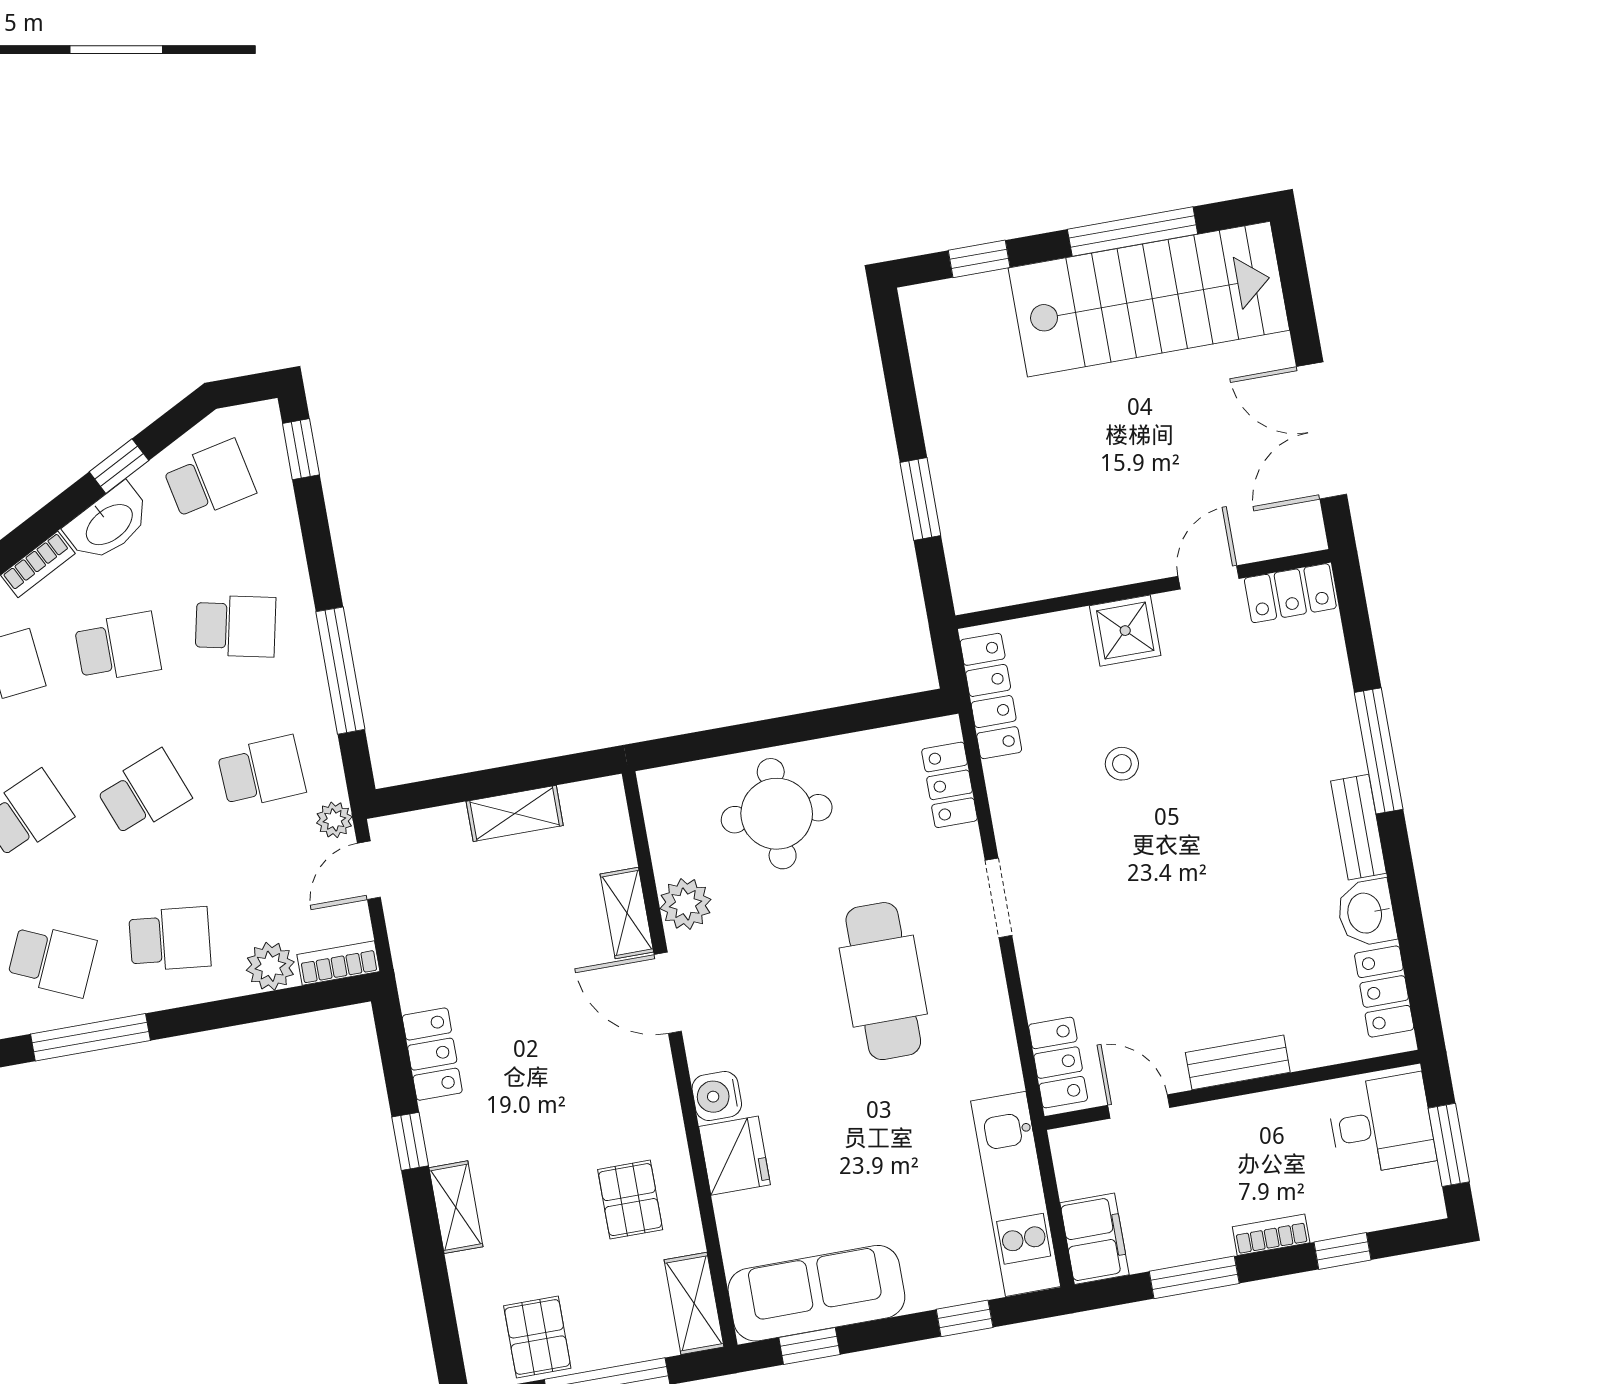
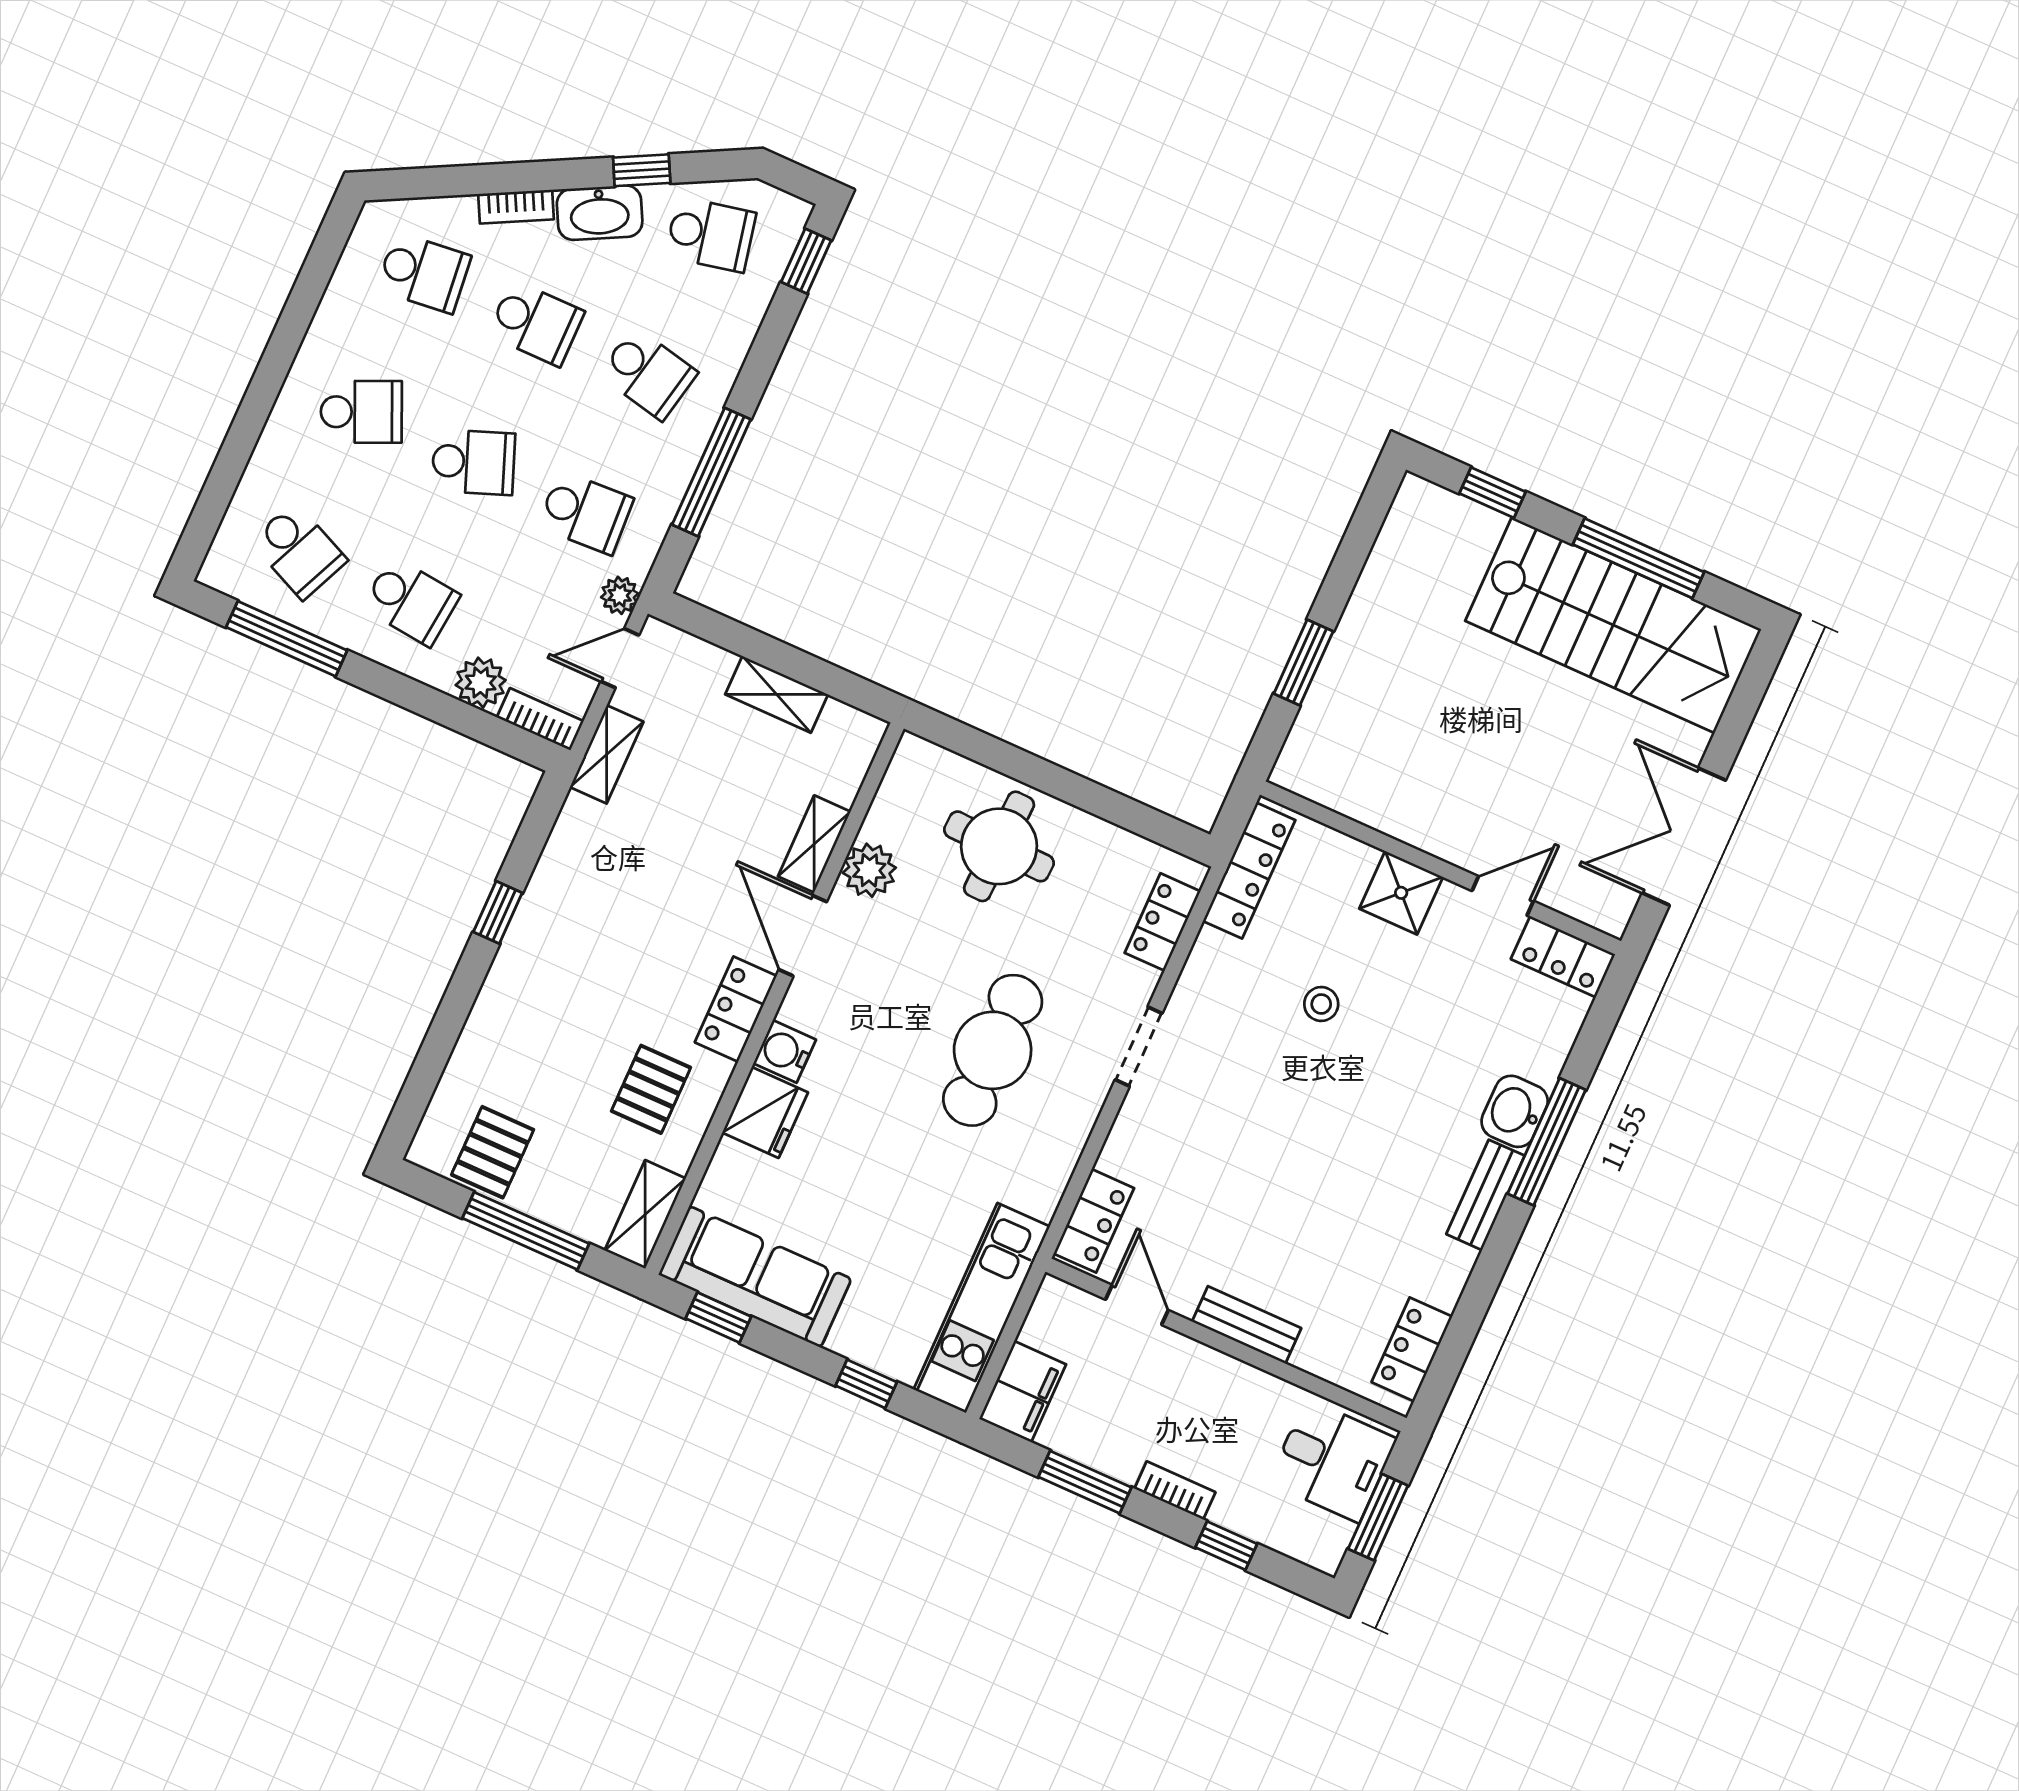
washbasin: (1366, 913) -> (1515, 1111), moved
locker: (432, 1054) -> (736, 1009), moved, turned 180
shelving: (456, 1207) -> (607, 754), moved

